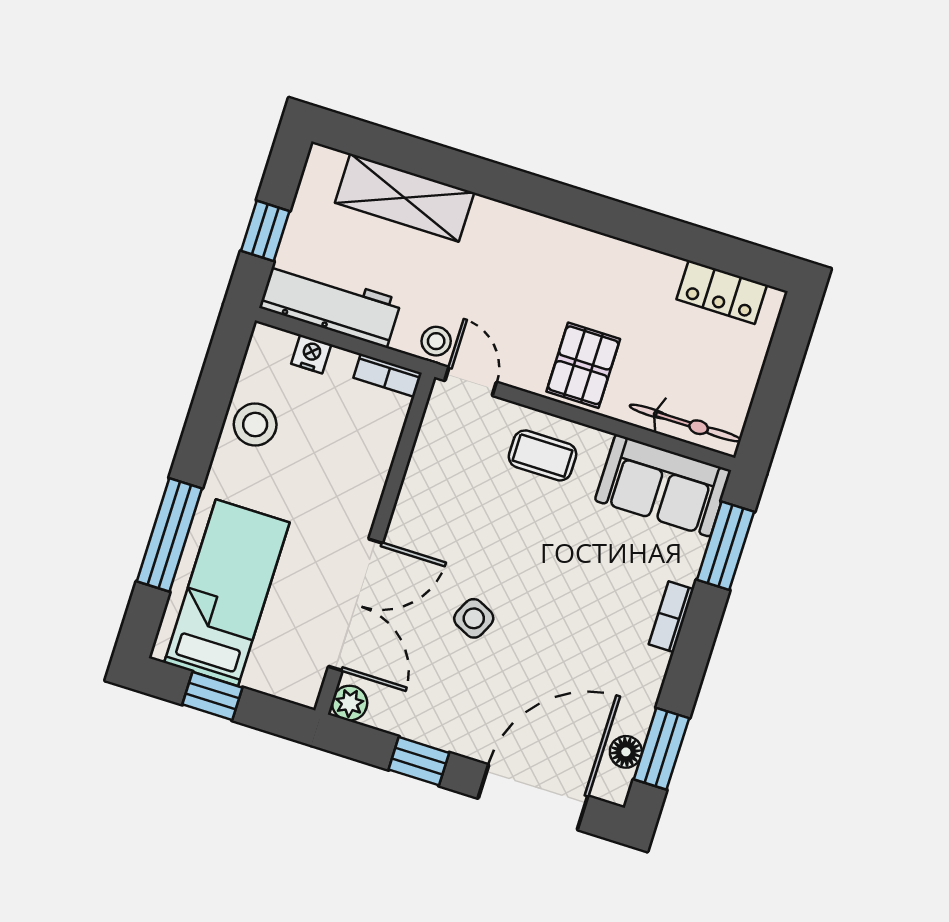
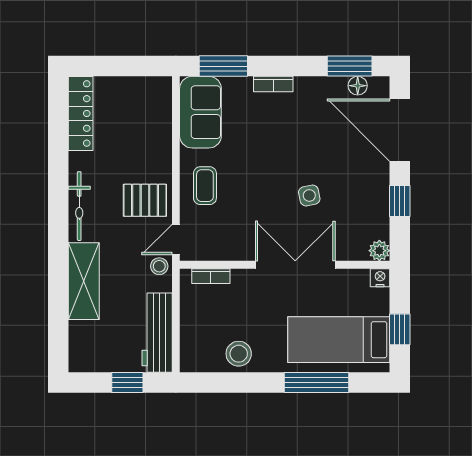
shelving: (405, 198) -> (84, 281), moved
locker: (722, 292) -> (81, 113), width x1.53
nightstand: (311, 354) -> (380, 278), moved, turned 90
pallet: (583, 365) -> (145, 200), moved
bookcase: (388, 375) -> (211, 276), moved, turned 90
bicycle: (685, 423) -> (79, 206), moved, turned 180
double door: (356, 605) -> (295, 265), moved
side table: (474, 618) -> (309, 195), turned -38

